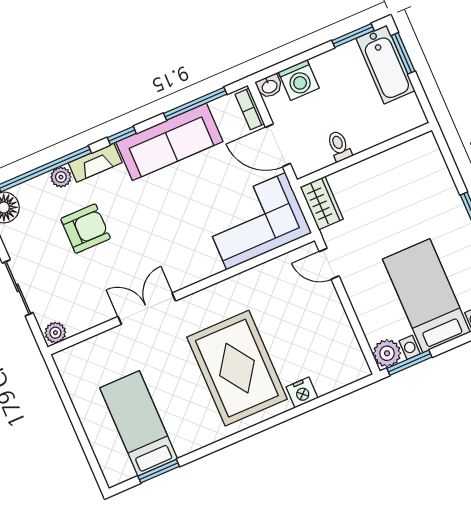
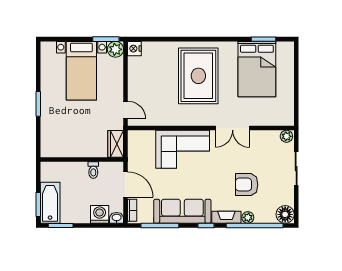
corner sofa: (256, 221) -> (183, 149), moved
nightstand: (302, 393) -> (134, 49), moved, turned -90
bed: (139, 423) -> (257, 69), width x1.50

